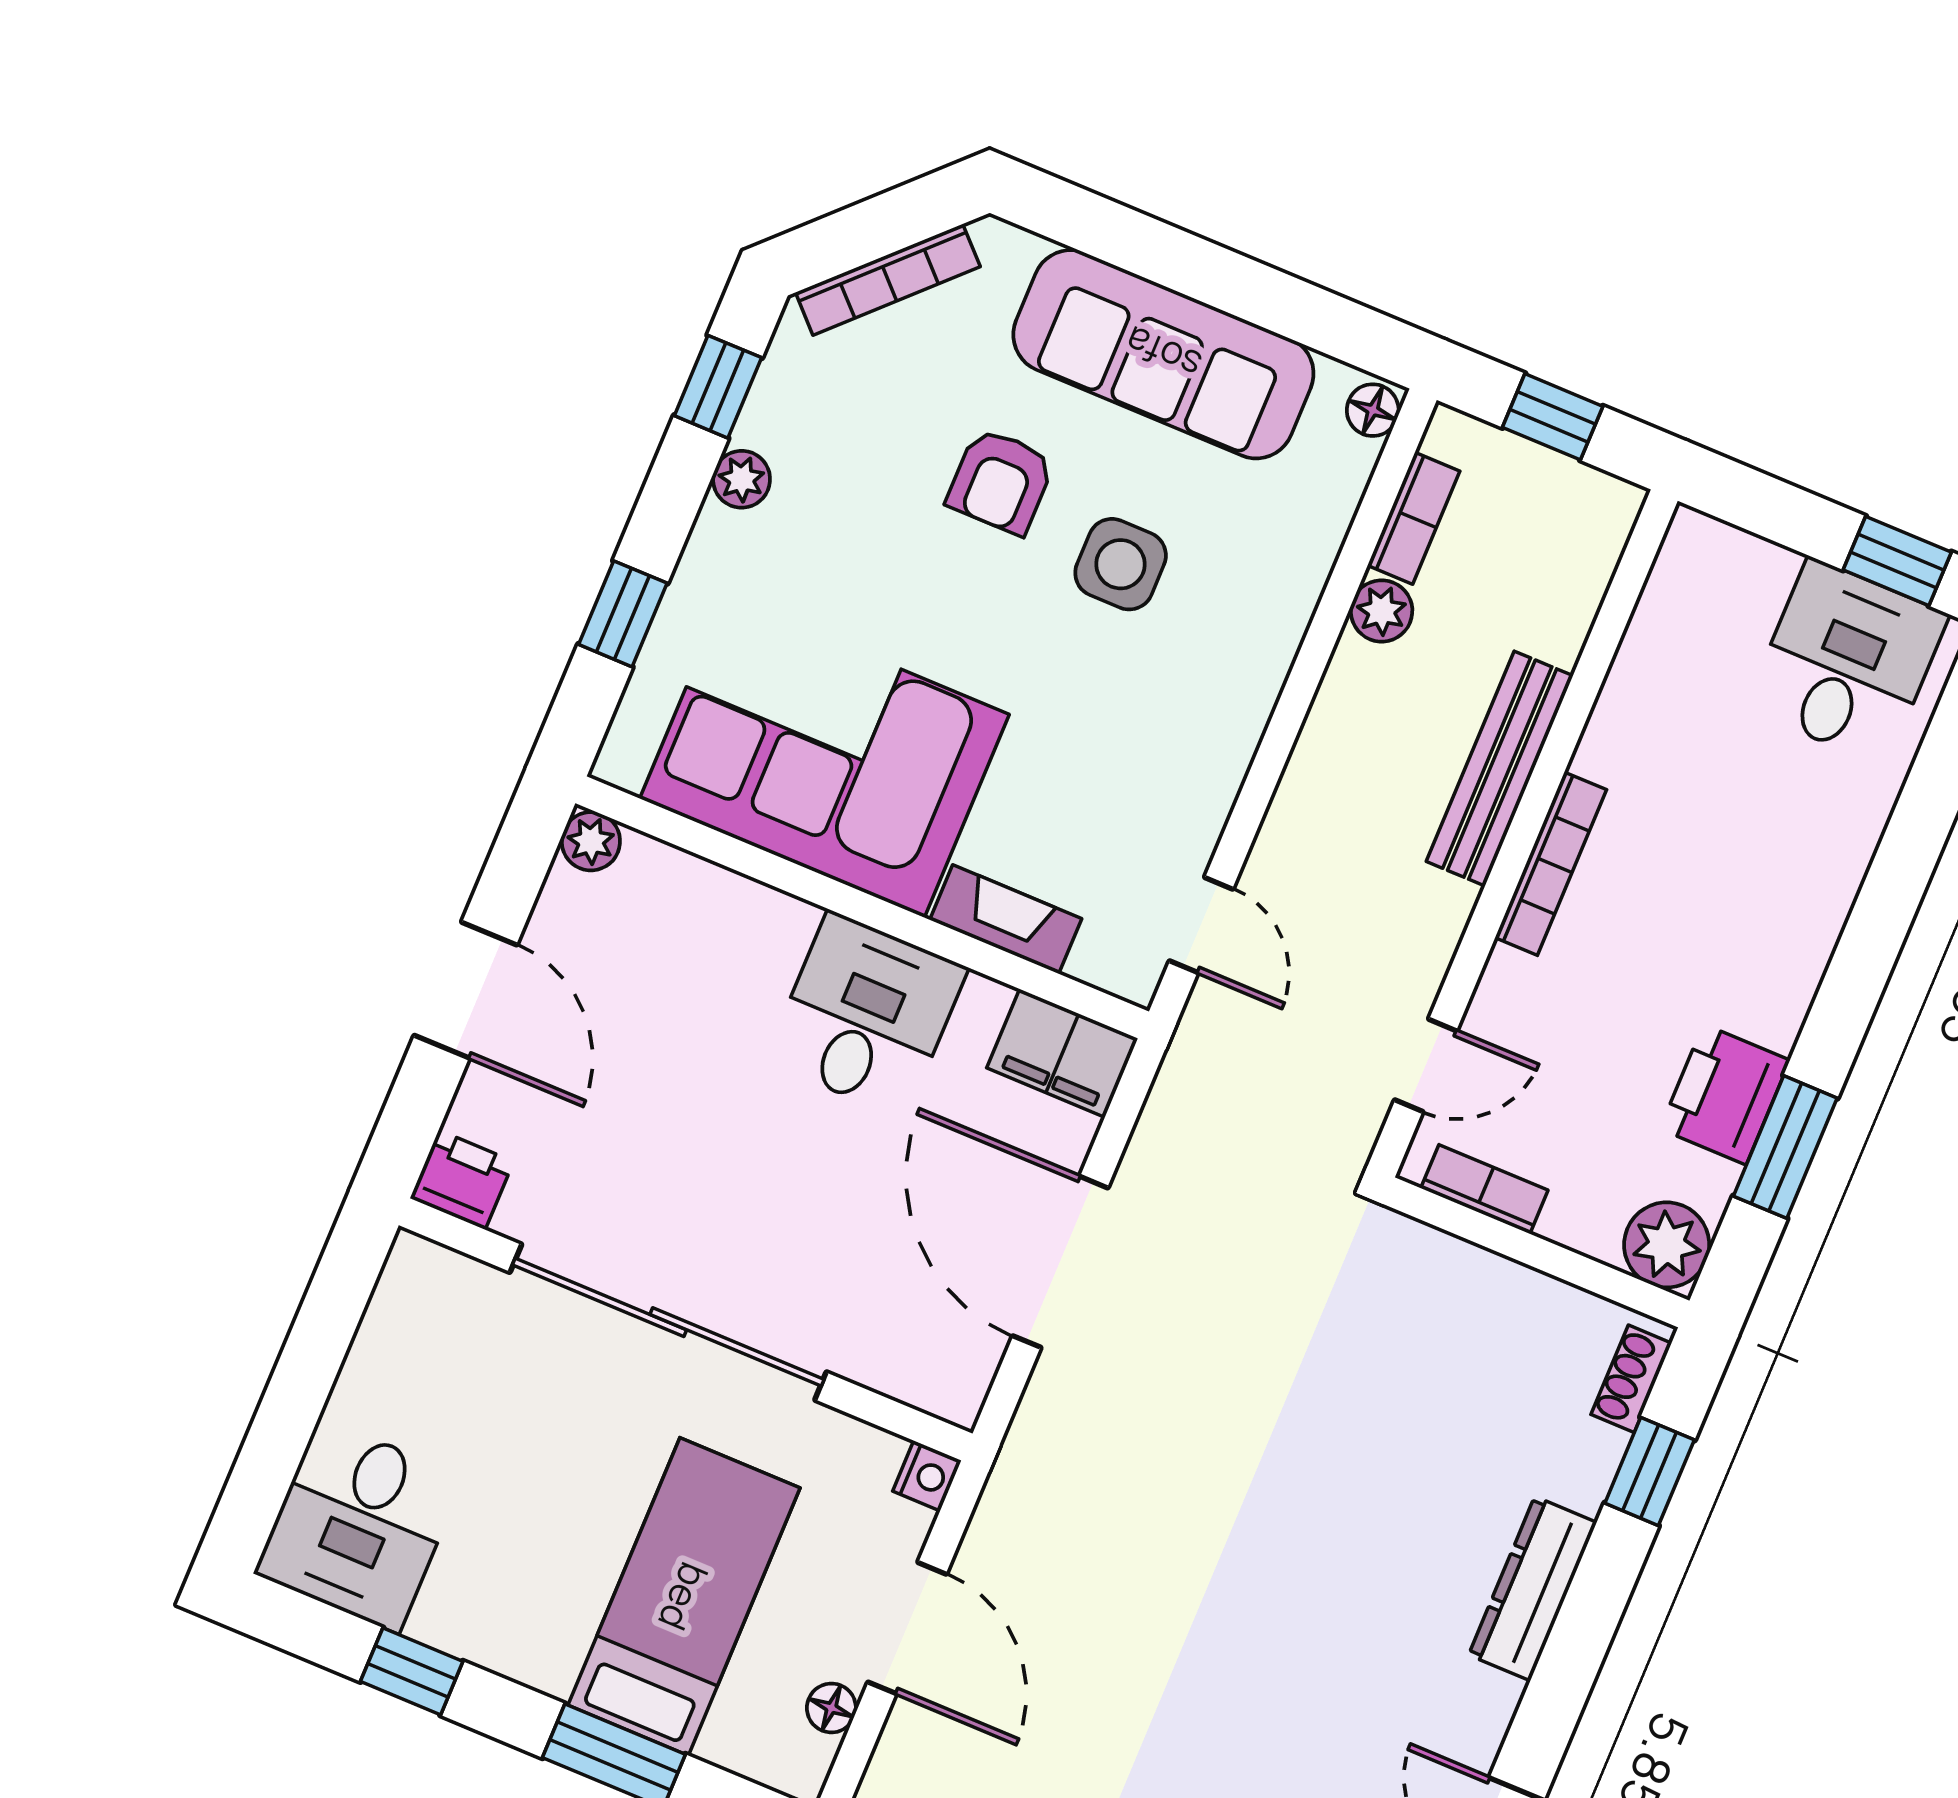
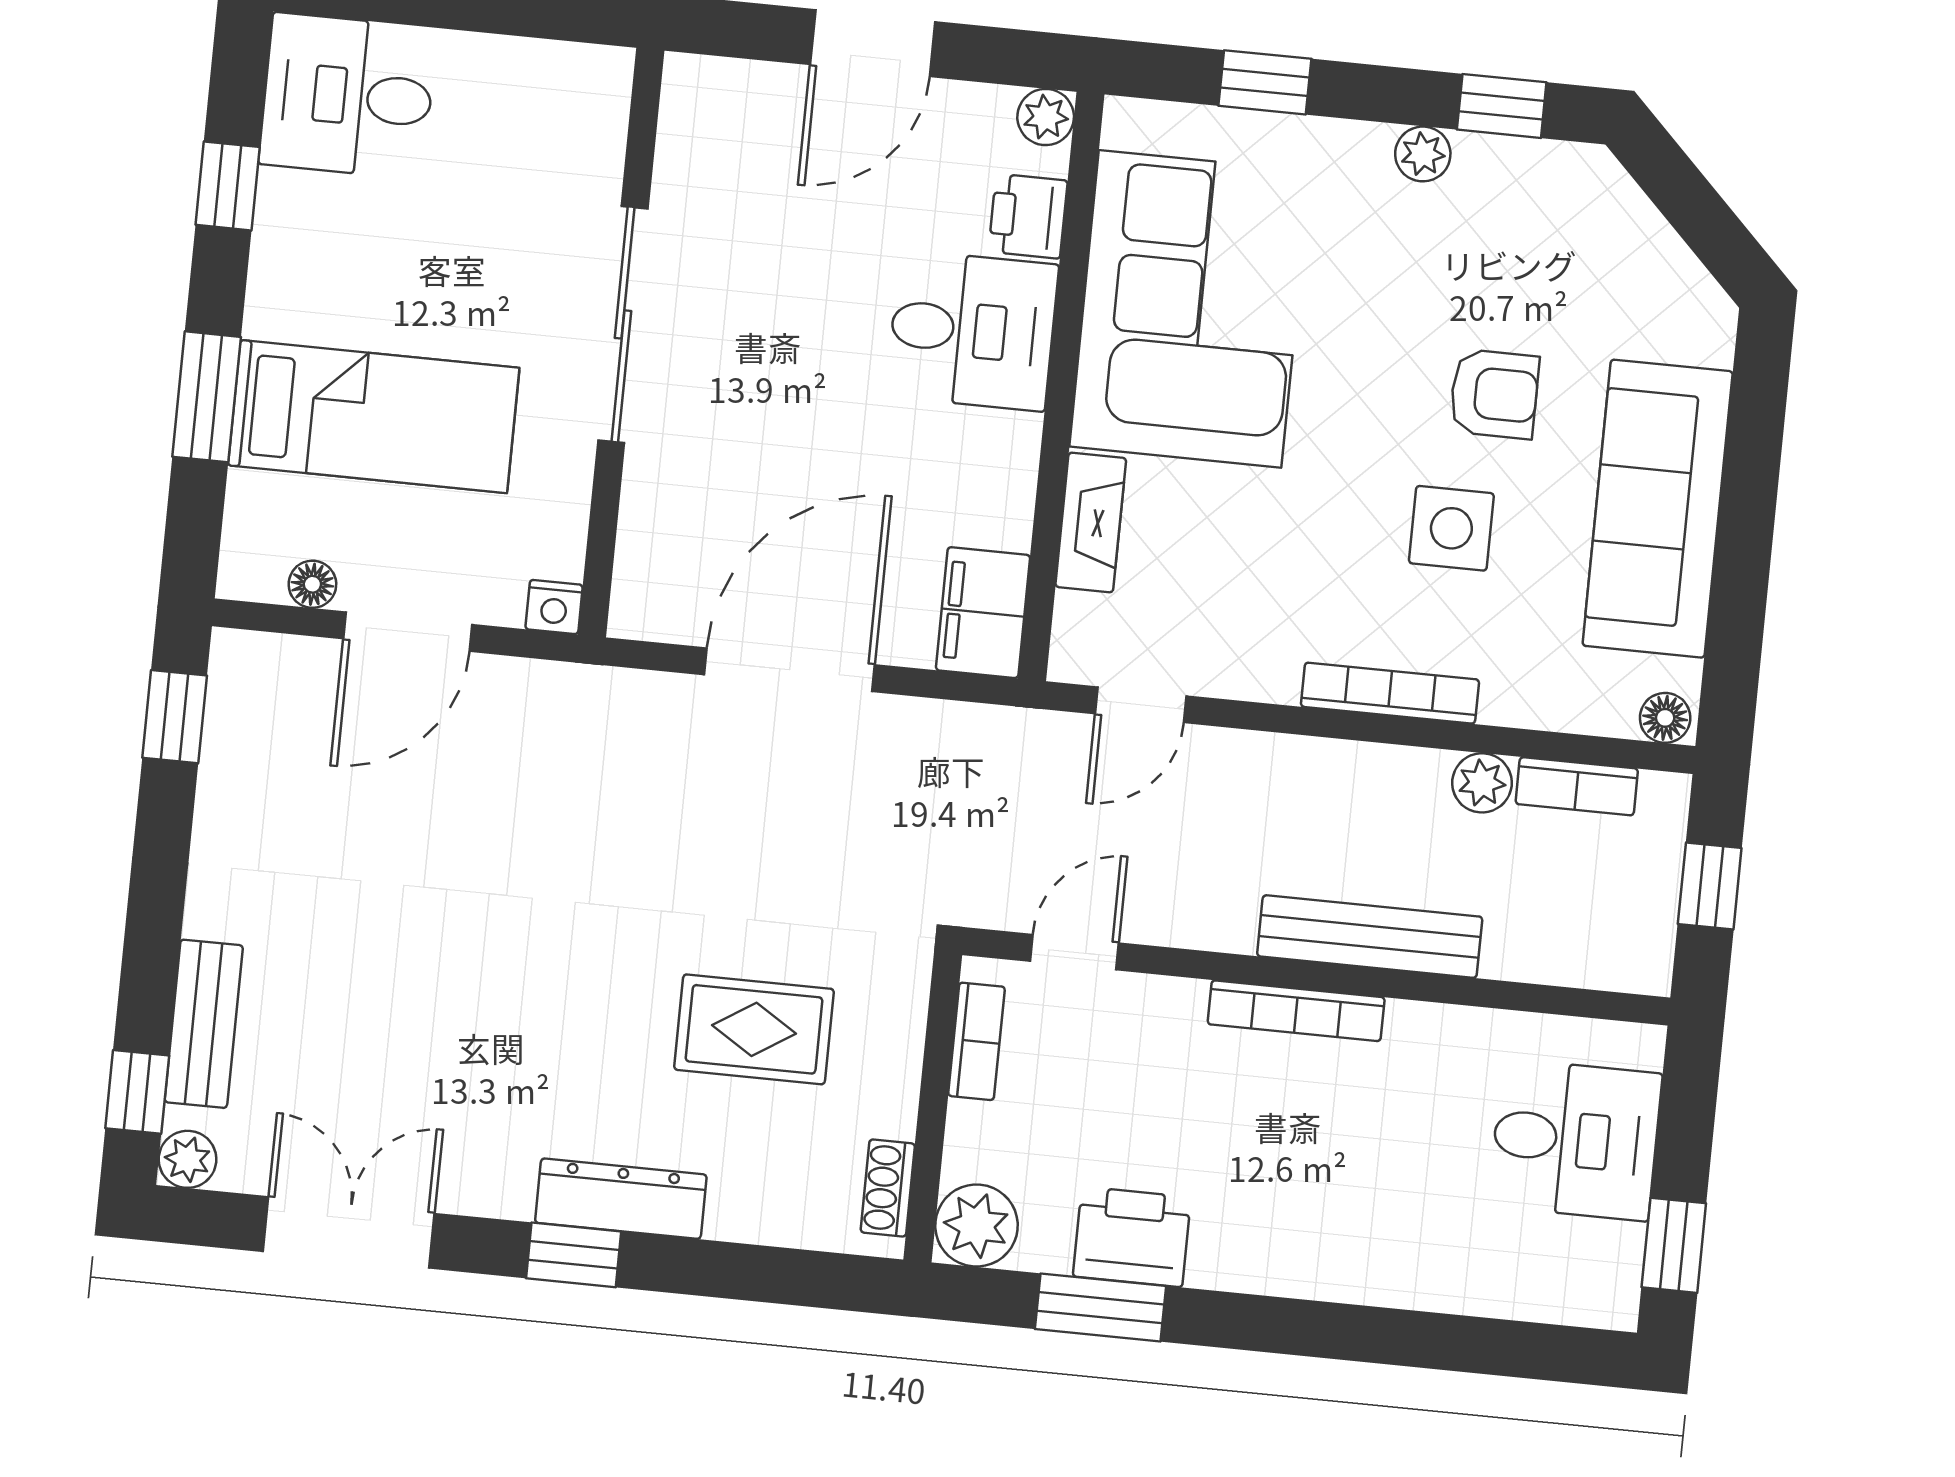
bookcase: (888, 280) -> (1390, 693), moved, turned 135
armchair: (1001, 481) -> (1494, 394), turned 180
desk: (1847, 662) -> (1575, 1140), moved
desk: (867, 1015) -> (972, 331), moved
door: (1426, 1065) -> (1074, 952), swing flipped
printer: (462, 1180) -> (1028, 216), moved, turned 180
sliding door: (668, 1322) -> (623, 324), width x0.73
shoe rack: (1631, 1379) -> (888, 1188), moved, turned -90
rug: (1405, 1406) -> (754, 1029), added
window: (1650, 1472) -> (574, 1255), moved

